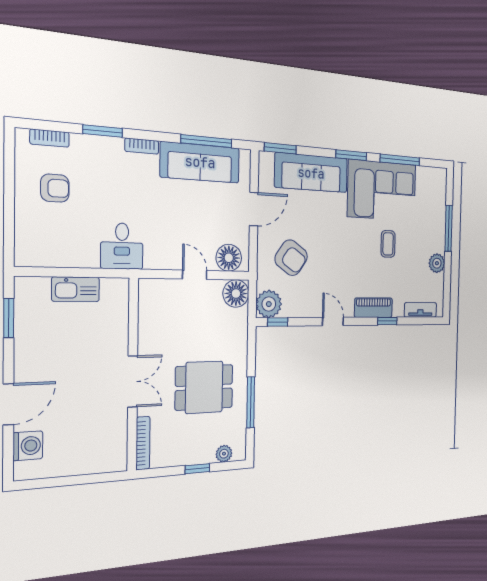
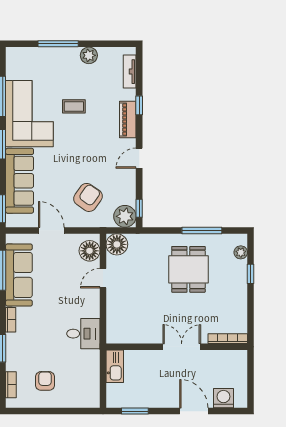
wall: (133, 375) -> (177, 347), moved
double door: (133, 381) -> (182, 347), moved
bookcase: (143, 443) -> (228, 339), moved

